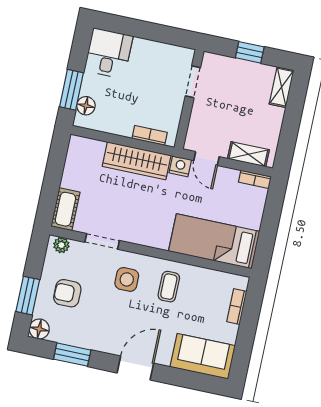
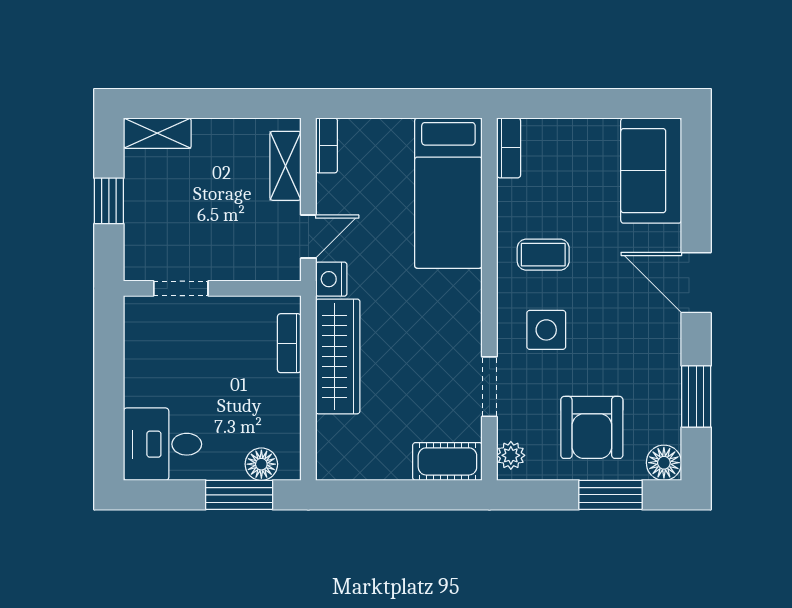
armchair: (67, 293) -> (592, 427), width x1.38, depth x1.38
bookcase: (237, 307) -> (509, 148), moved, turned -90

